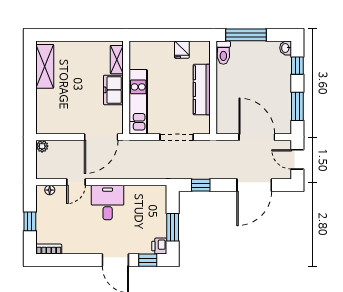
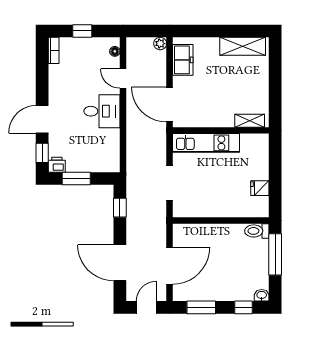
freezer: (113, 90) -> (183, 60), moved, turned 90
kitchen counter: (202, 90) -> (219, 209), removed

